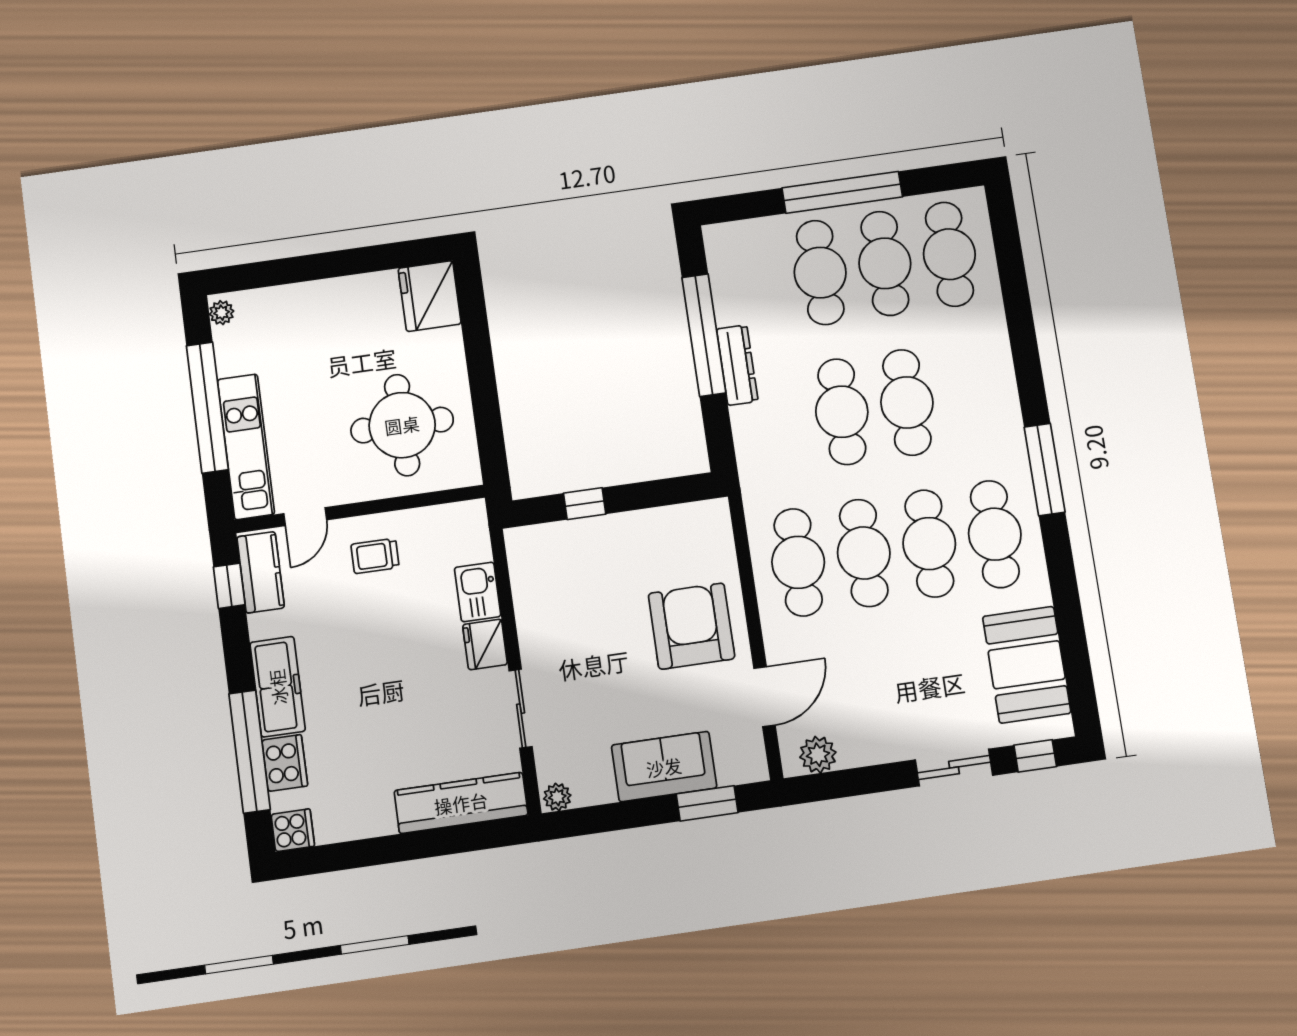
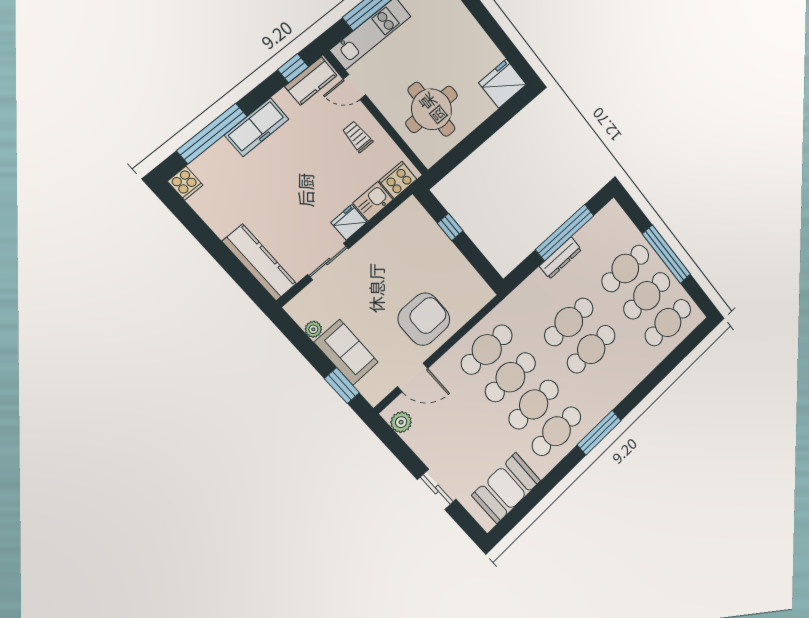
window: (1035, 756) -> (467, 522), removed
cooker: (285, 763) -> (398, 180), moved, turned 180
plant: (557, 797) -> (313, 329), moved

